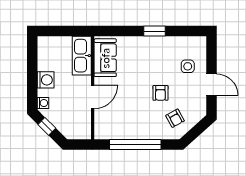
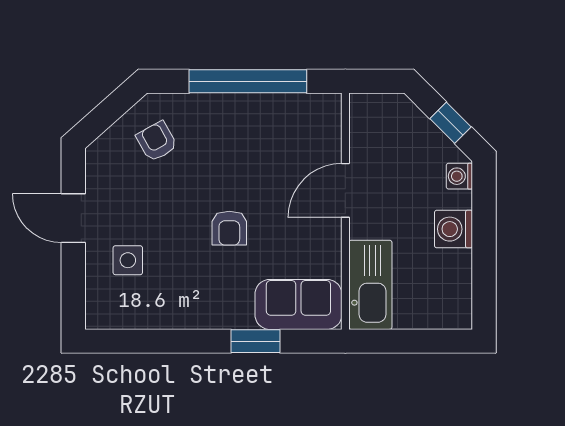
window: (155, 31) -> (256, 341), moved
sofa: (105, 58) -> (298, 304), moved, turned 90
armchair: (160, 93) -> (229, 228), moved, turned 180

